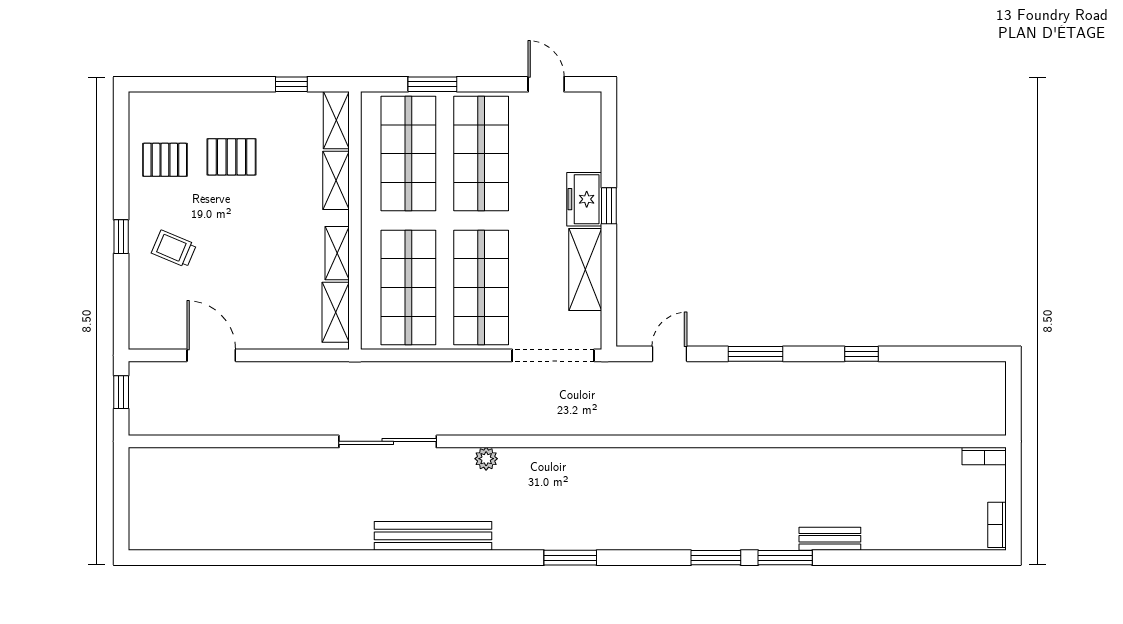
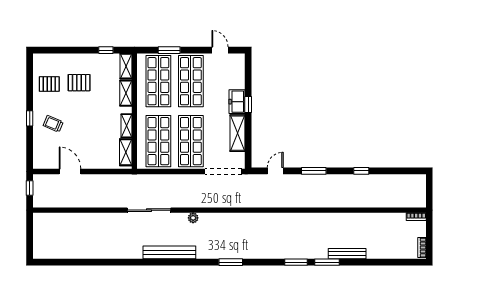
bench: (830, 539) -> (347, 254), width x1.36

